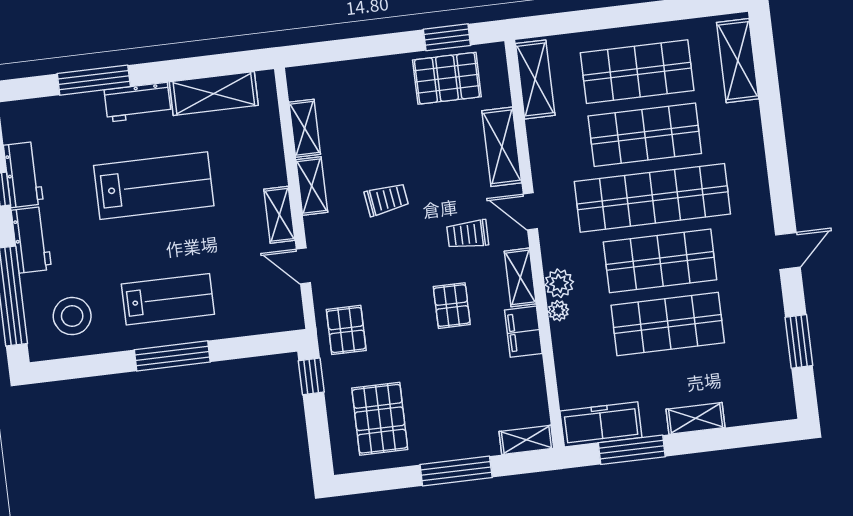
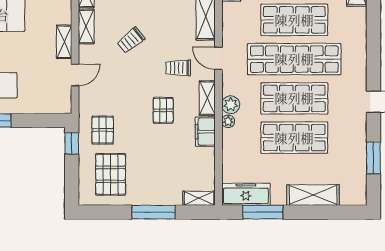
trolley: (386, 199) -> (131, 40), turned 149
door: (303, 266) -> (75, 75), swing flipped
pallet: (346, 330) -> (103, 130), moved
shelving: (696, 418) -> (313, 195), width x1.50, depth x1.33

